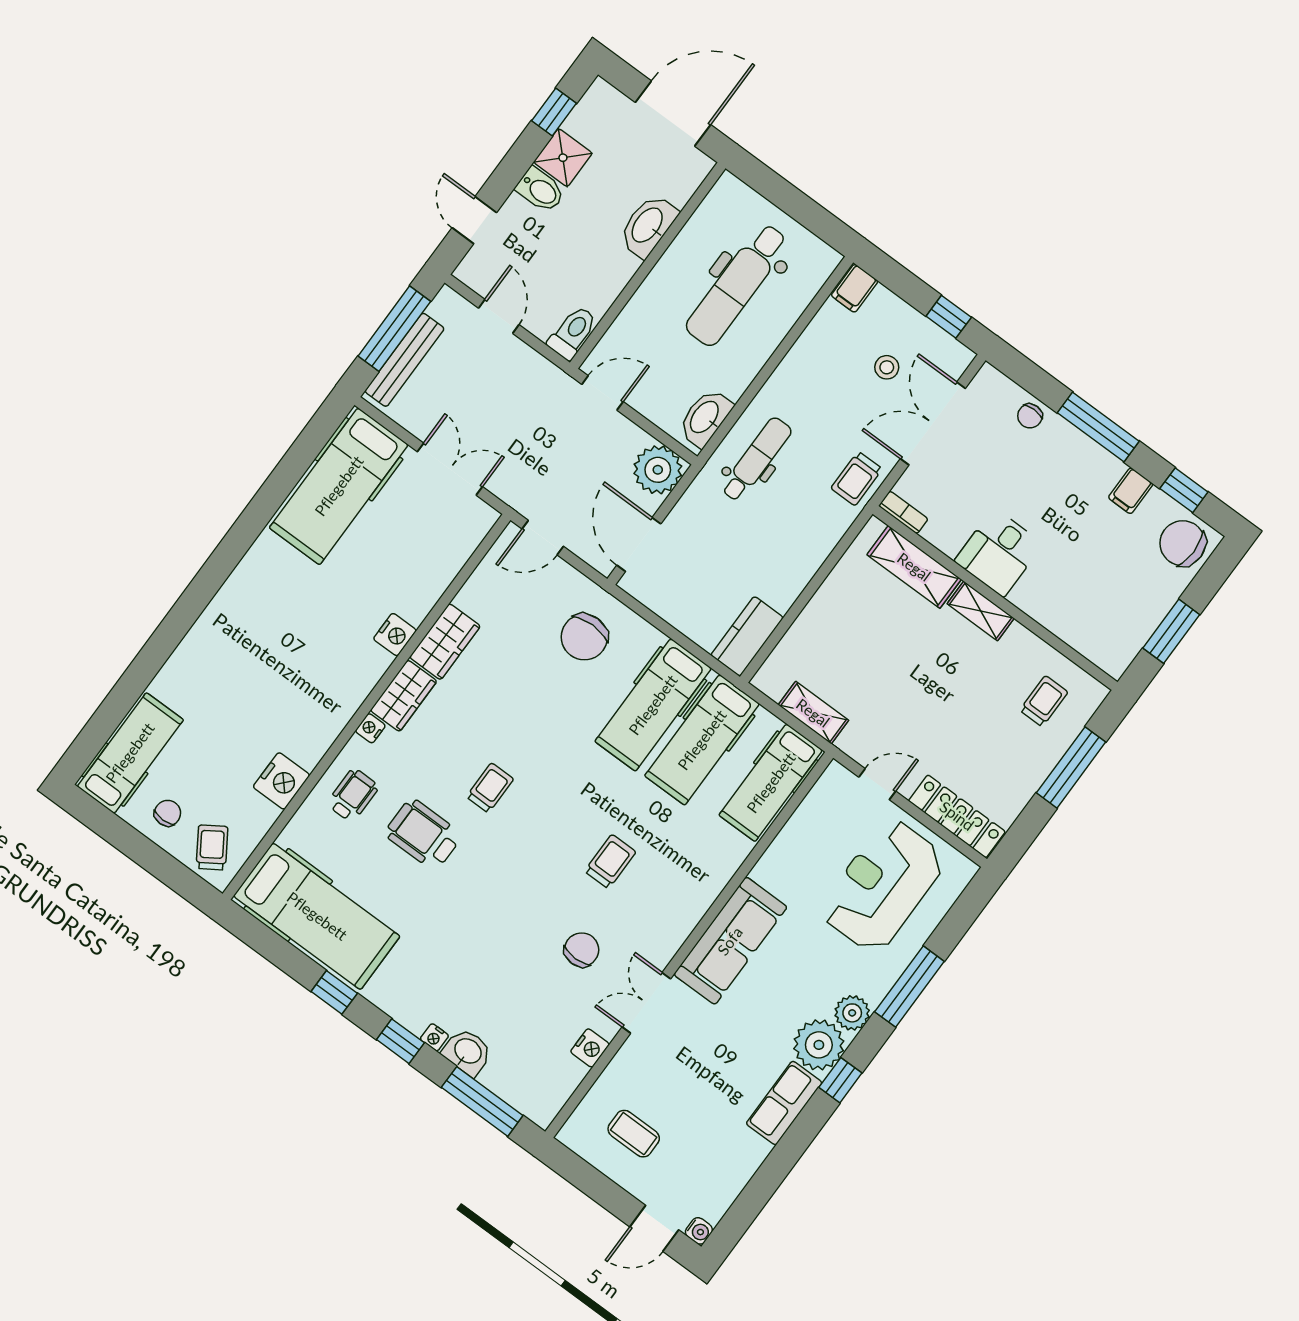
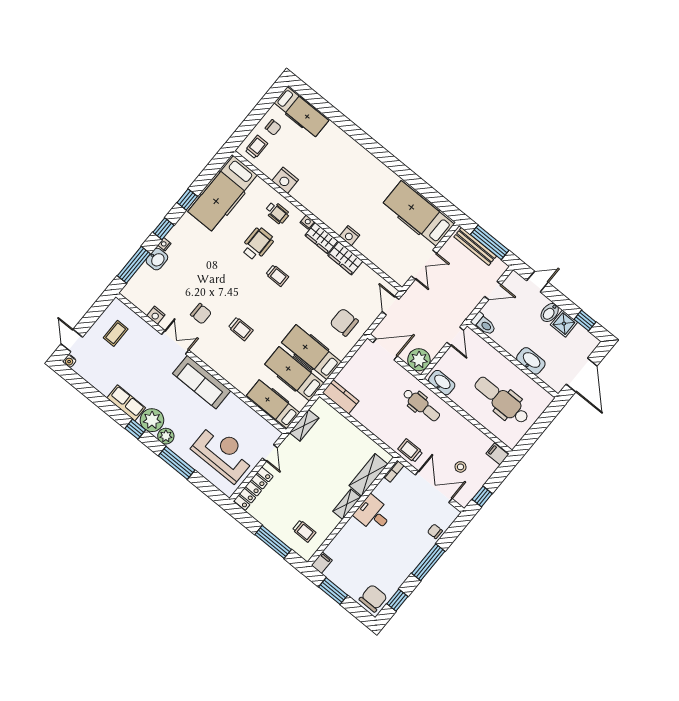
filing cabinet: (1131, 491) -> (322, 563), moved, turned 90
trolley: (212, 847) -> (256, 147), turned -57

